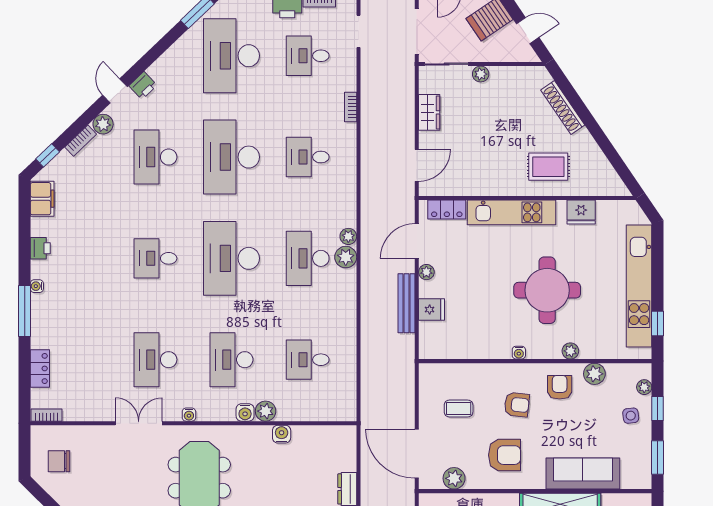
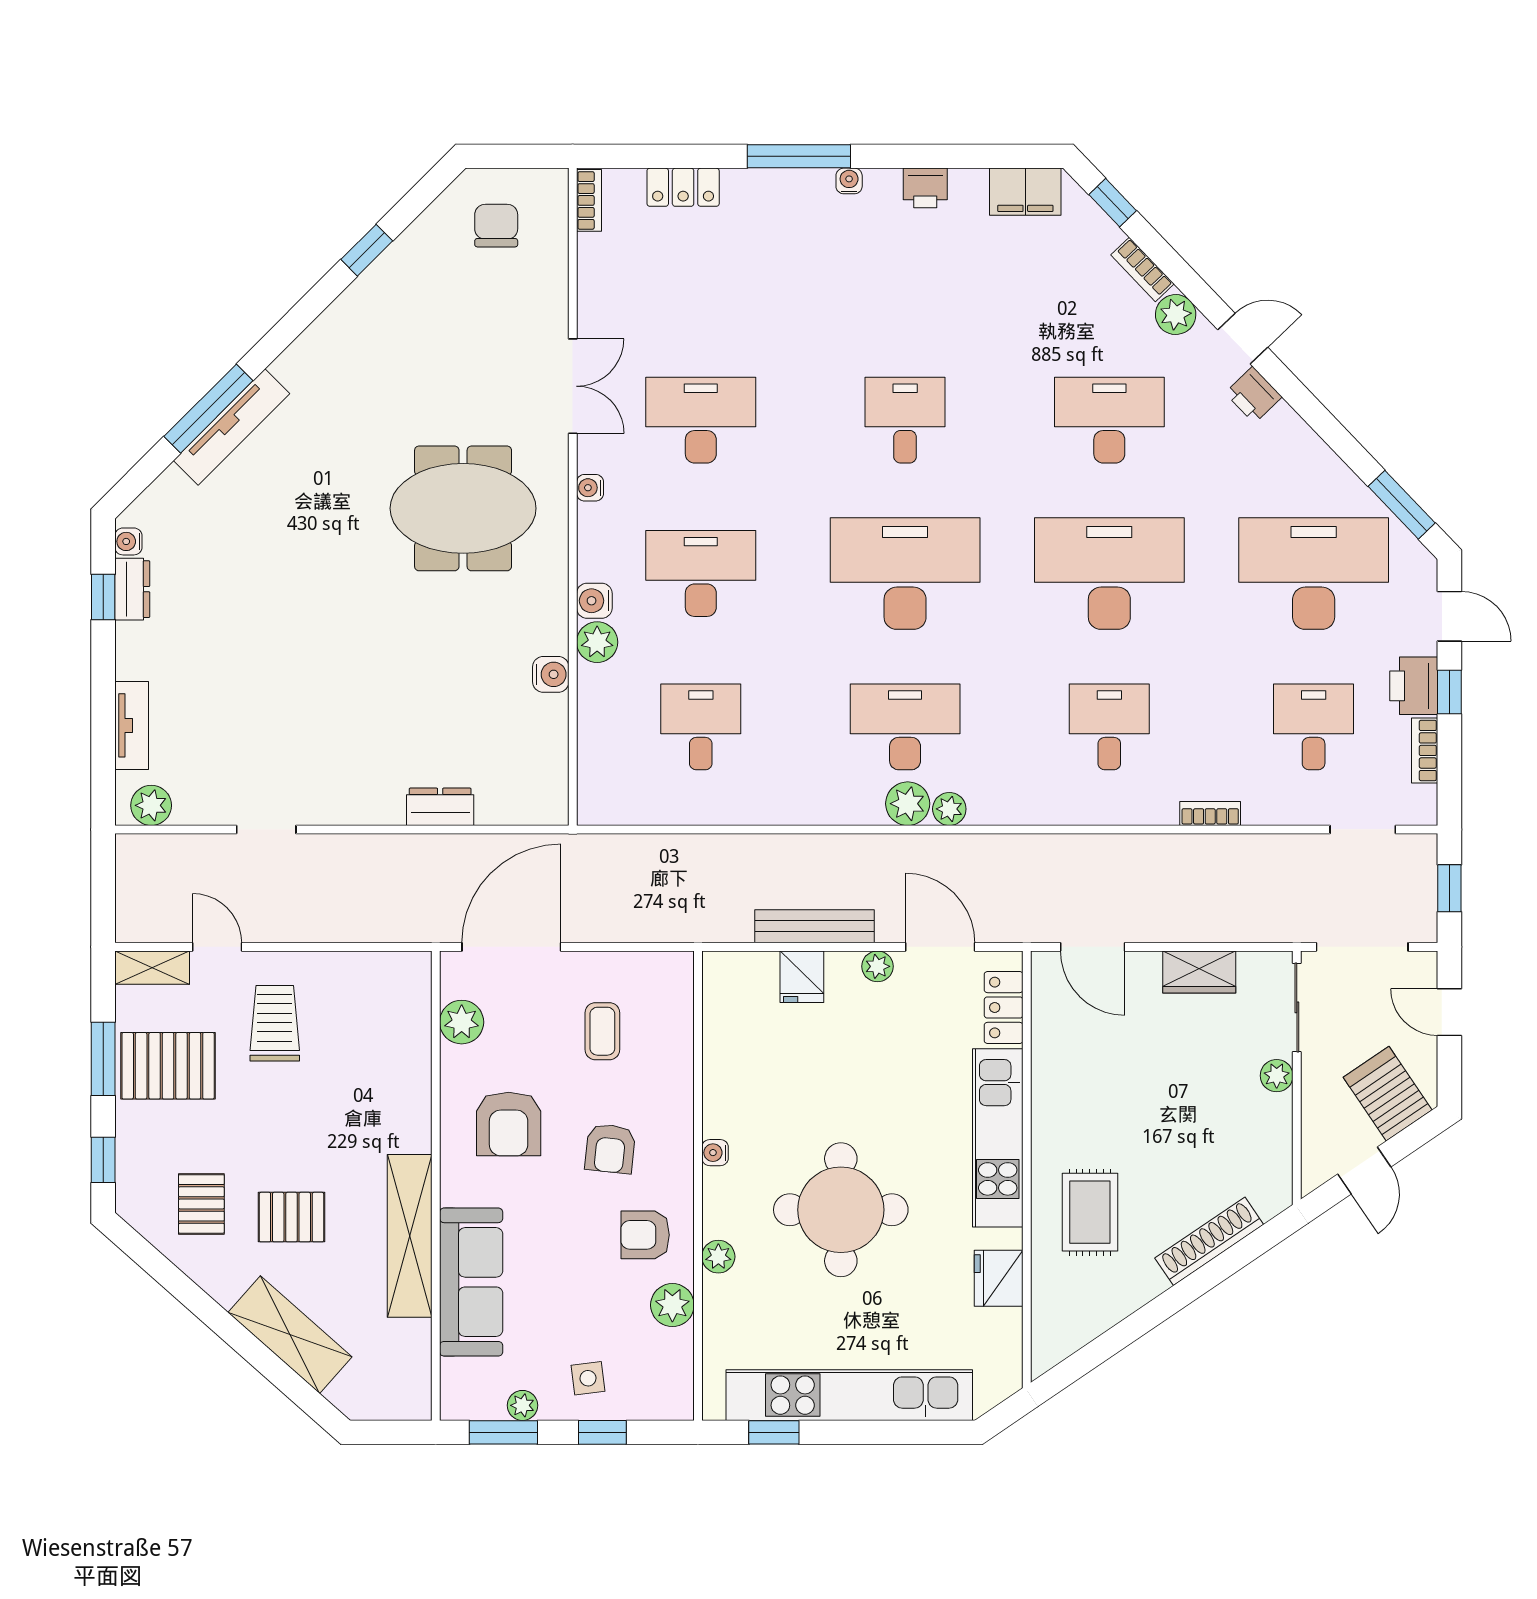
armchair: (560, 387) -> (645, 1235), turned 180
plant: (644, 387) -> (522, 1405), moved

